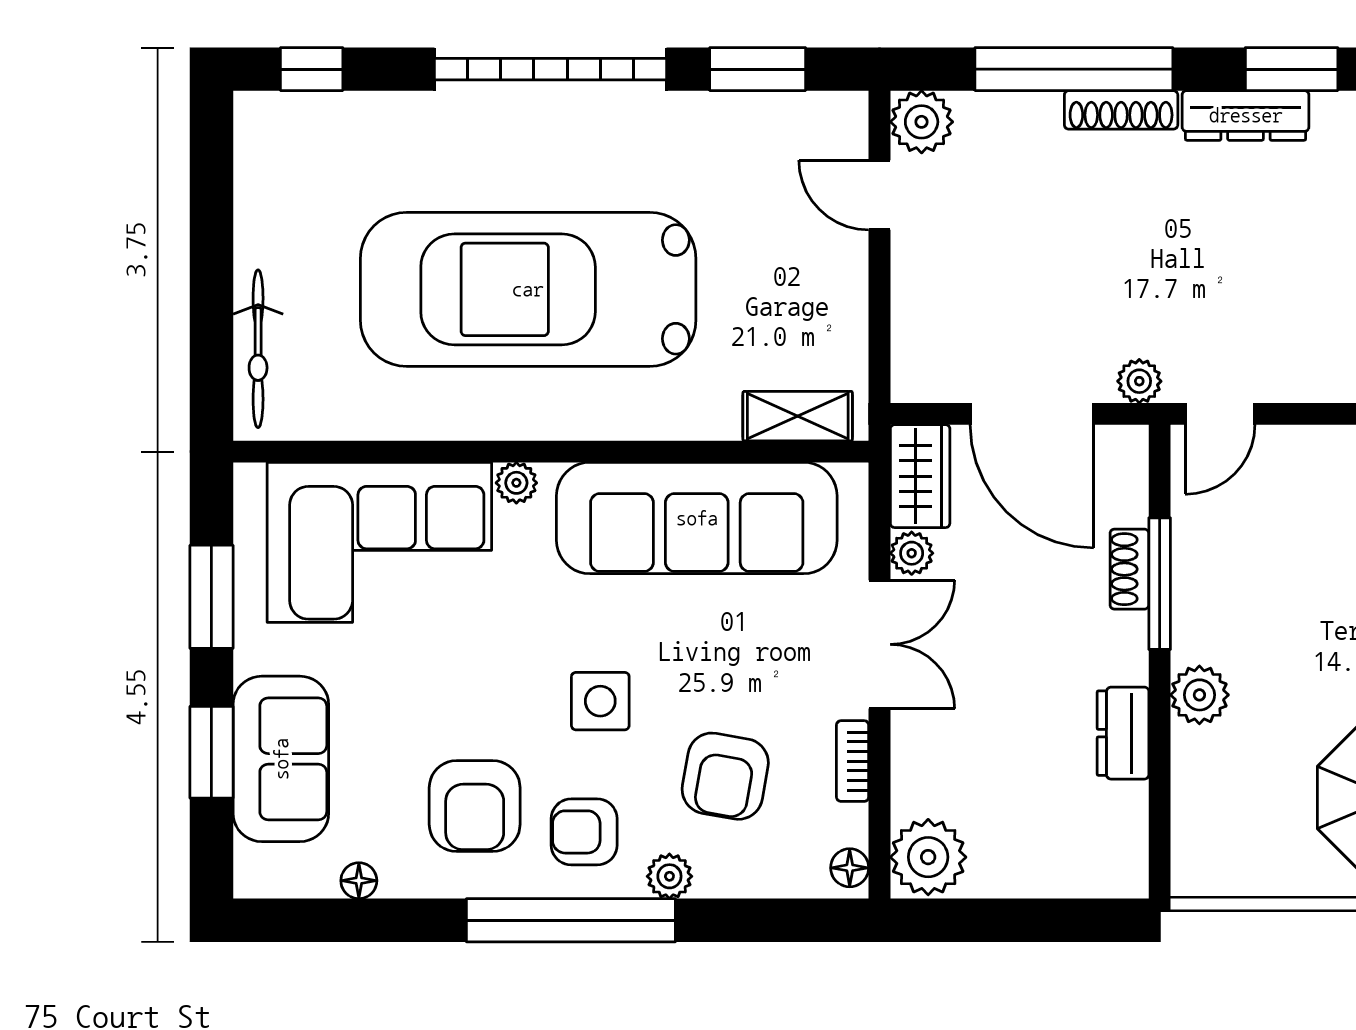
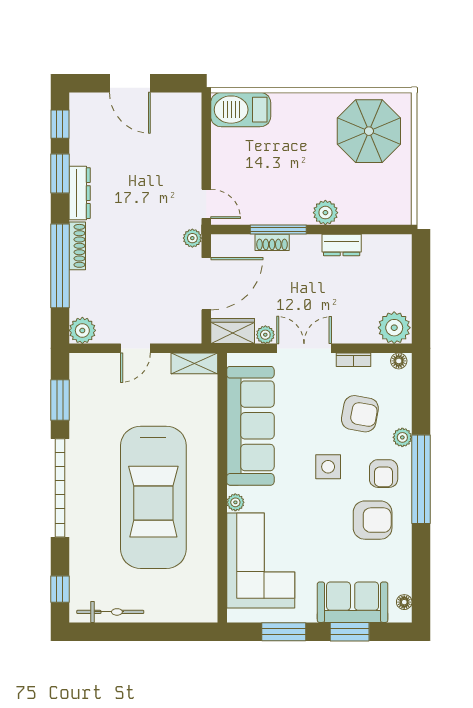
door: (879, 195) -> (135, 348), moved
bicycle: (258, 349) -> (110, 612), moved
shelving: (798, 416) -> (194, 363), moved, turned 90
floor lamp: (359, 881) -> (404, 602), moved

